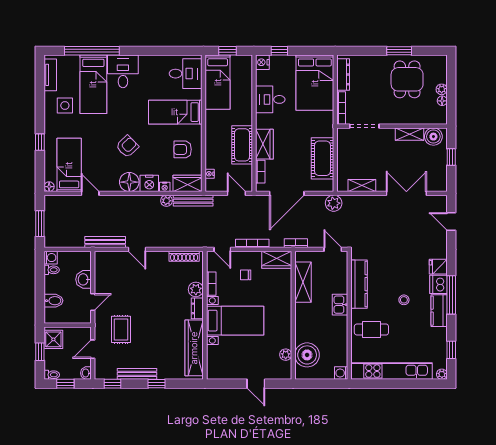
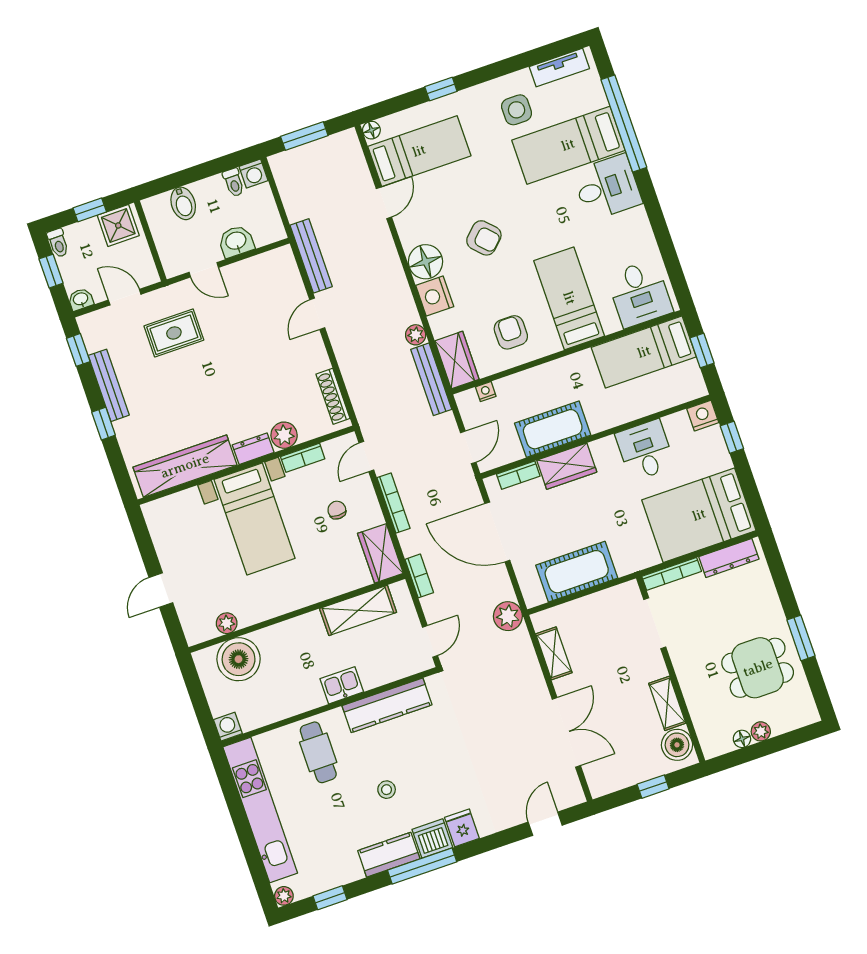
nightstand: (165, 187) -> (438, 324), removed

